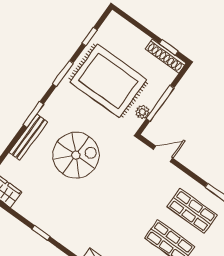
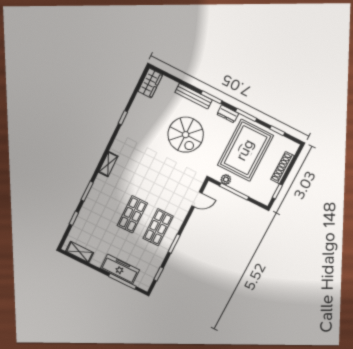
shoe rack: (166, 56) -> (282, 168), moved
dresser: (58, 97) -> (228, 114), added
door: (163, 154) -> (197, 199), hinge flipped

